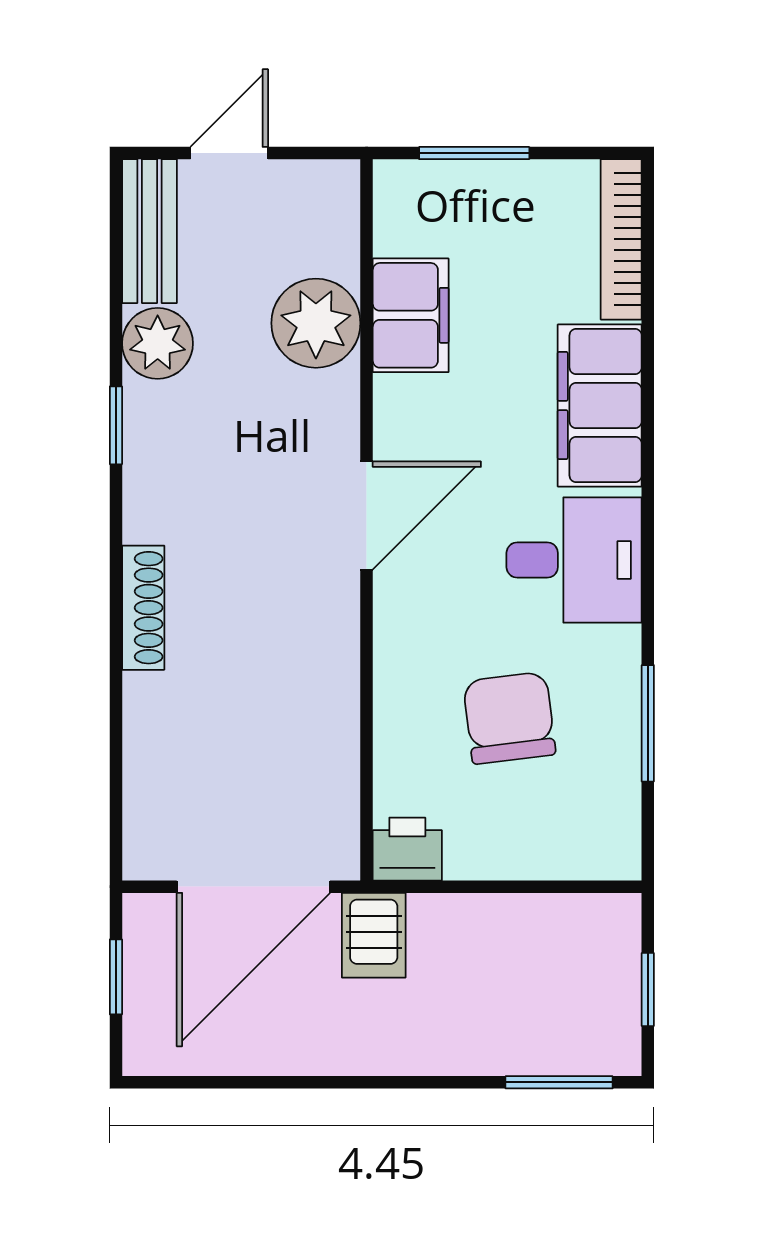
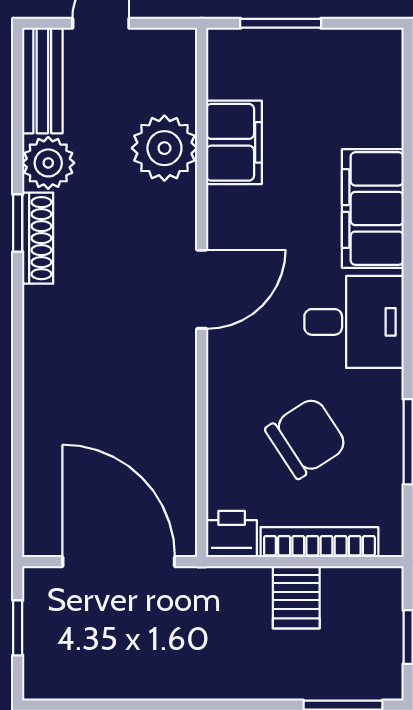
bookcase: (621, 239) -> (319, 542), moved, turned 90
shoe rack: (143, 608) -> (38, 238), moved
chair: (509, 718) -> (306, 438), turned 64
door: (253, 887) -> (119, 562), swing flipped
server rack: (374, 935) -> (296, 597), moved

